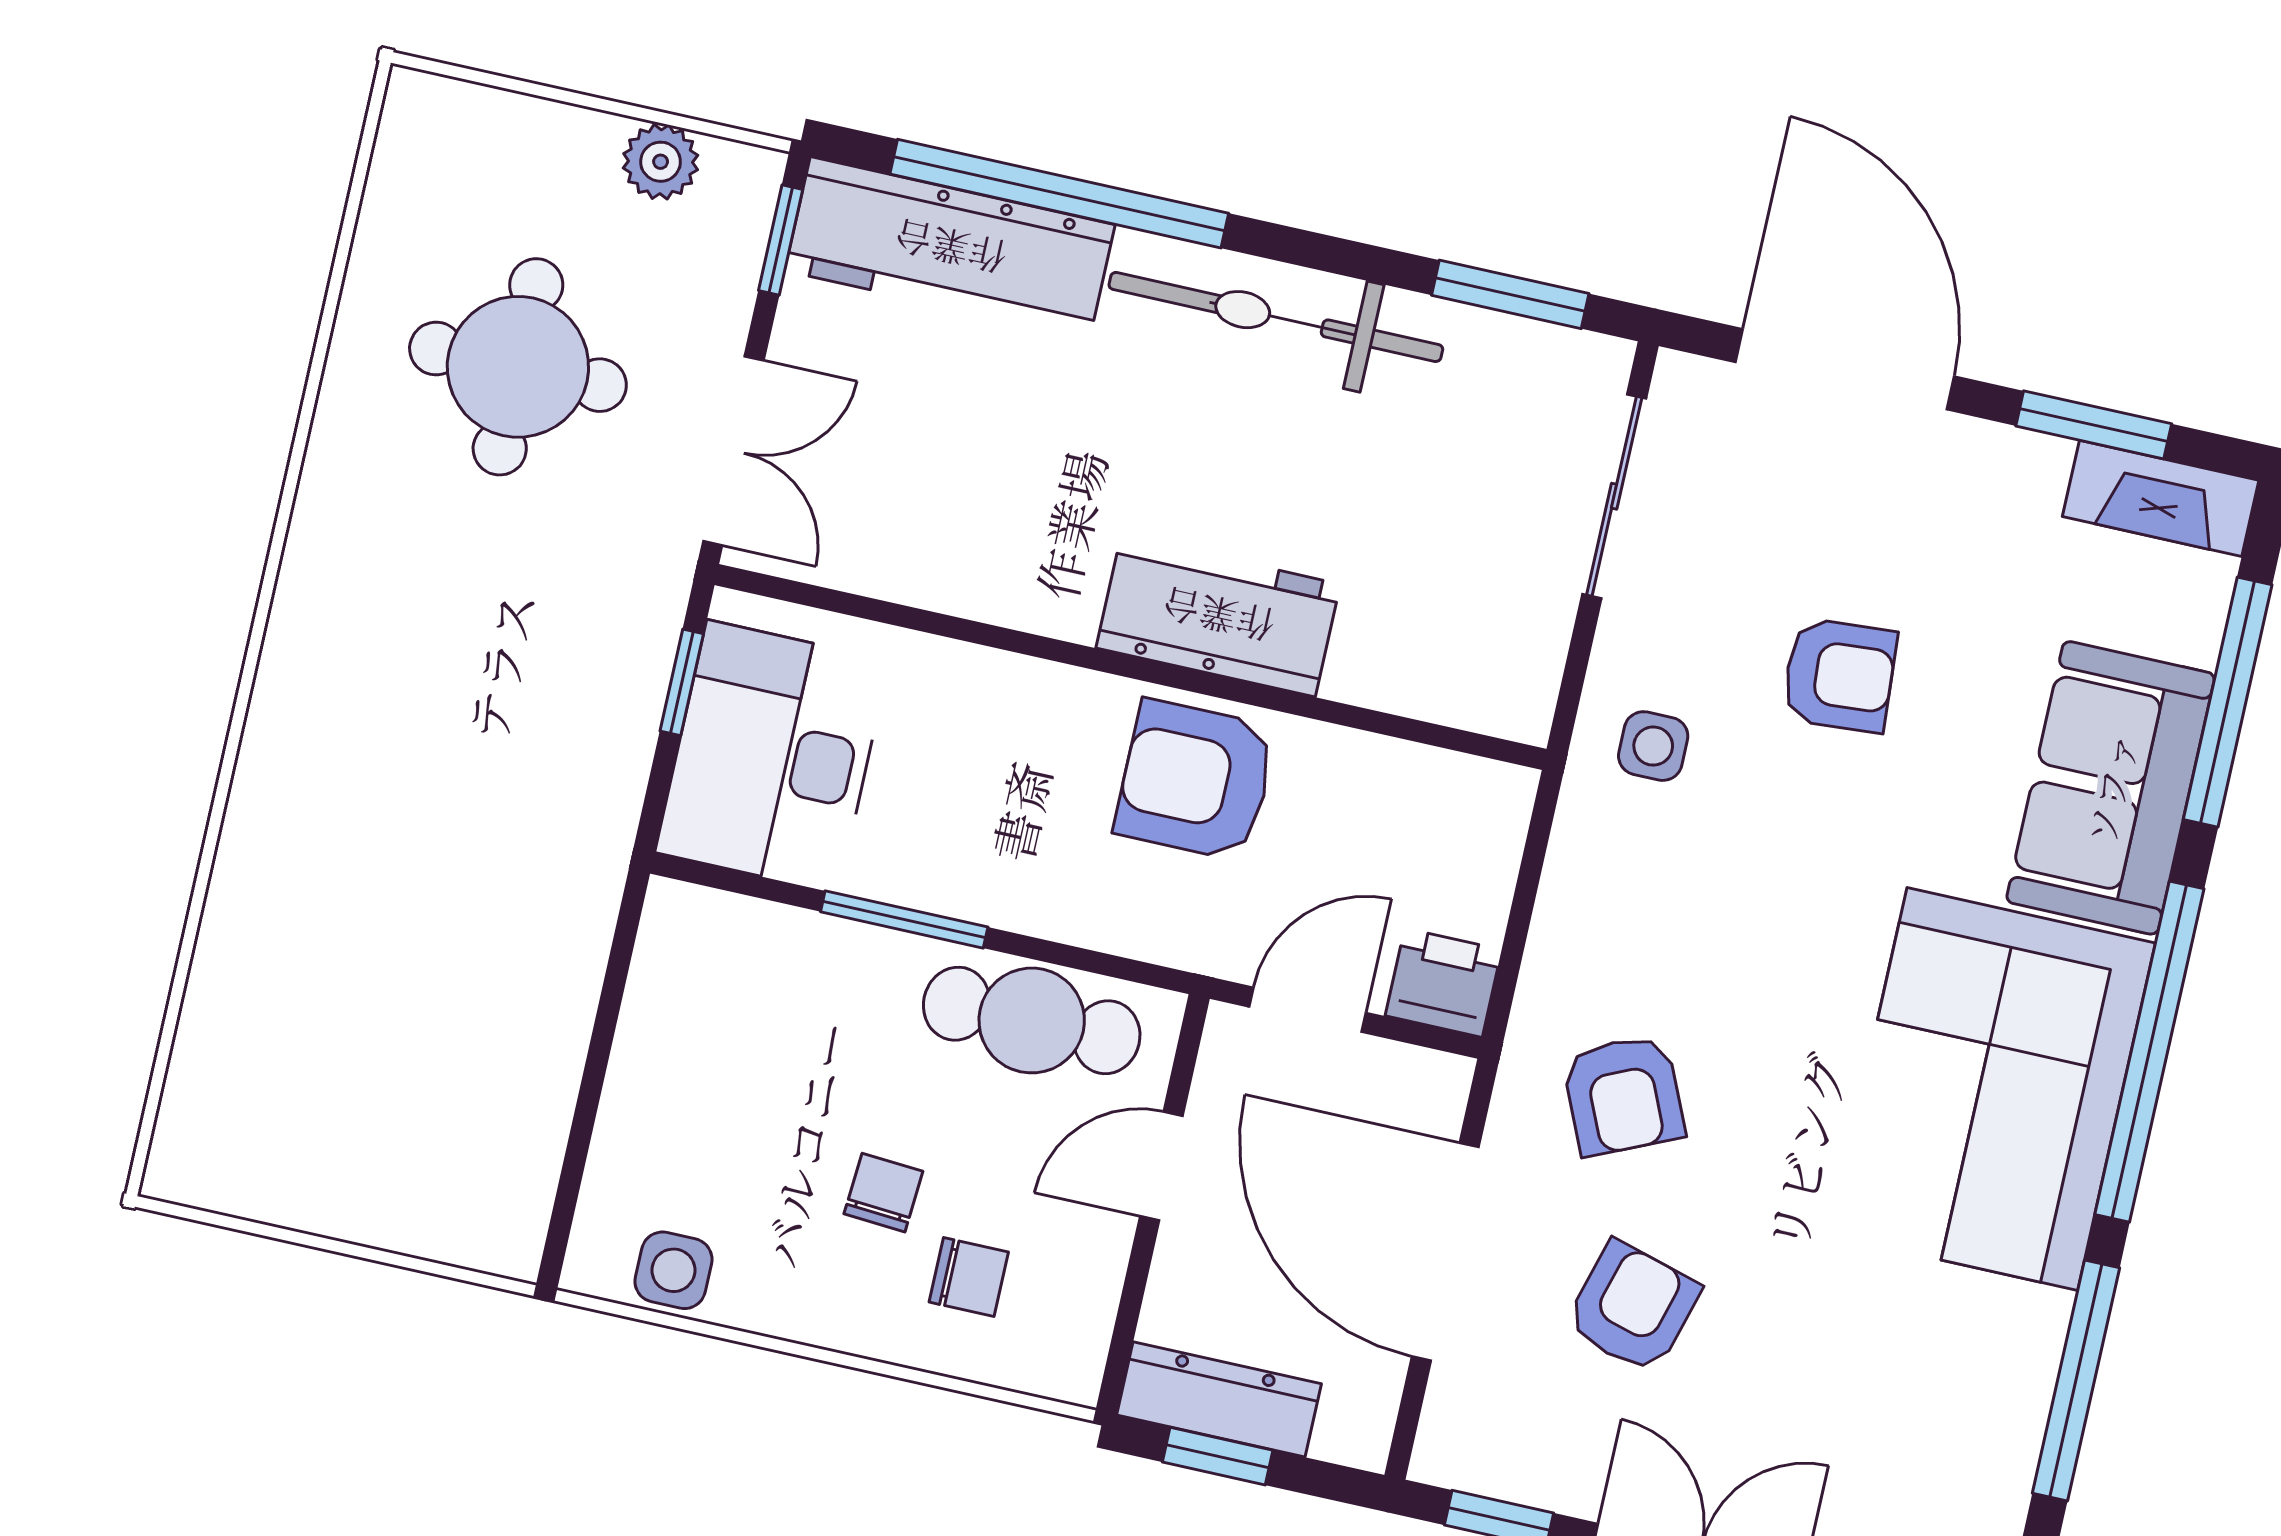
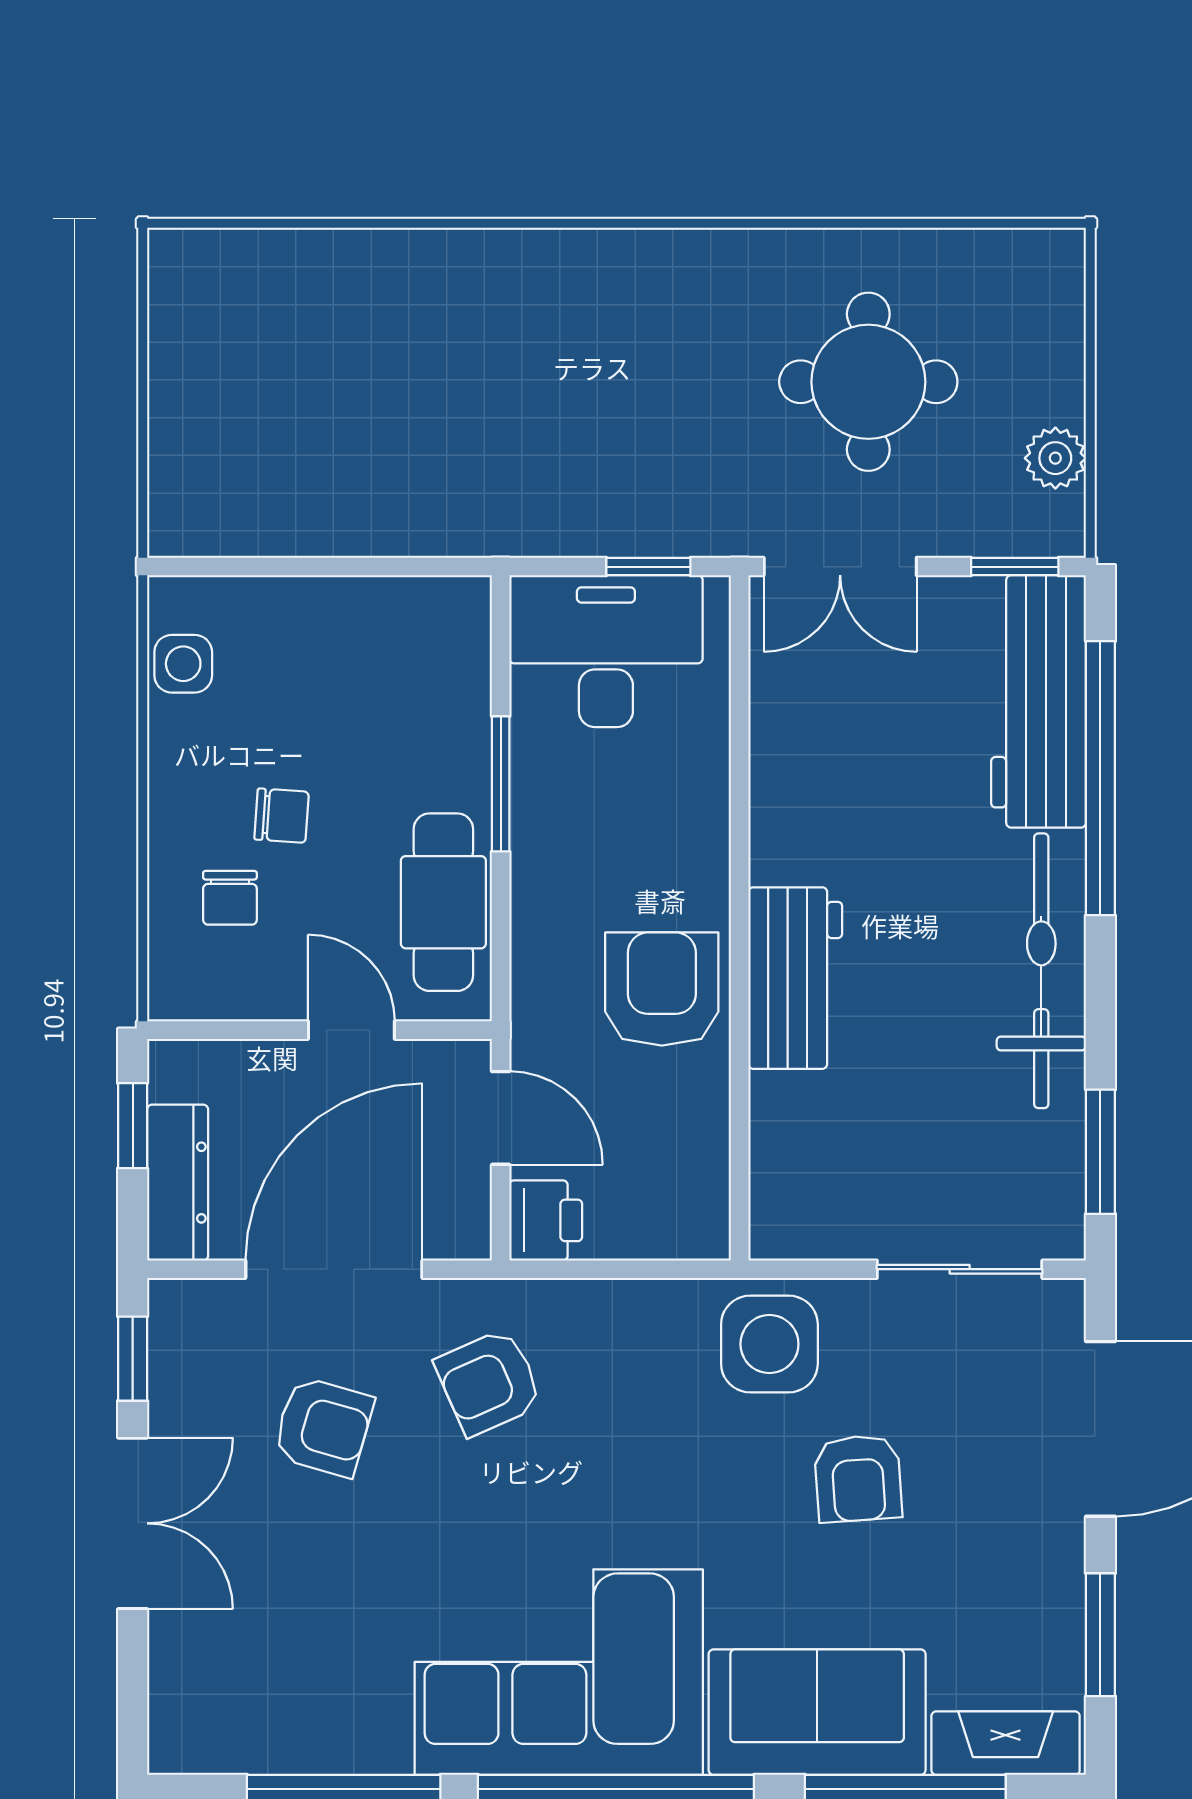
fireplace: (2161, 498) -> (1006, 1743), moved, turned 90
side table: (1653, 746) -> (769, 1344), width x1.87, depth x1.87
dresser: (1219, 1399) -> (178, 1183), moved

